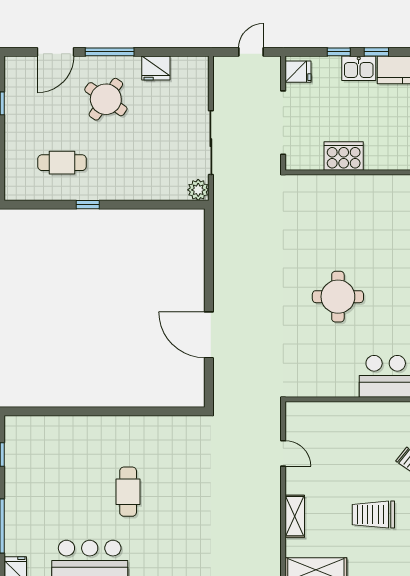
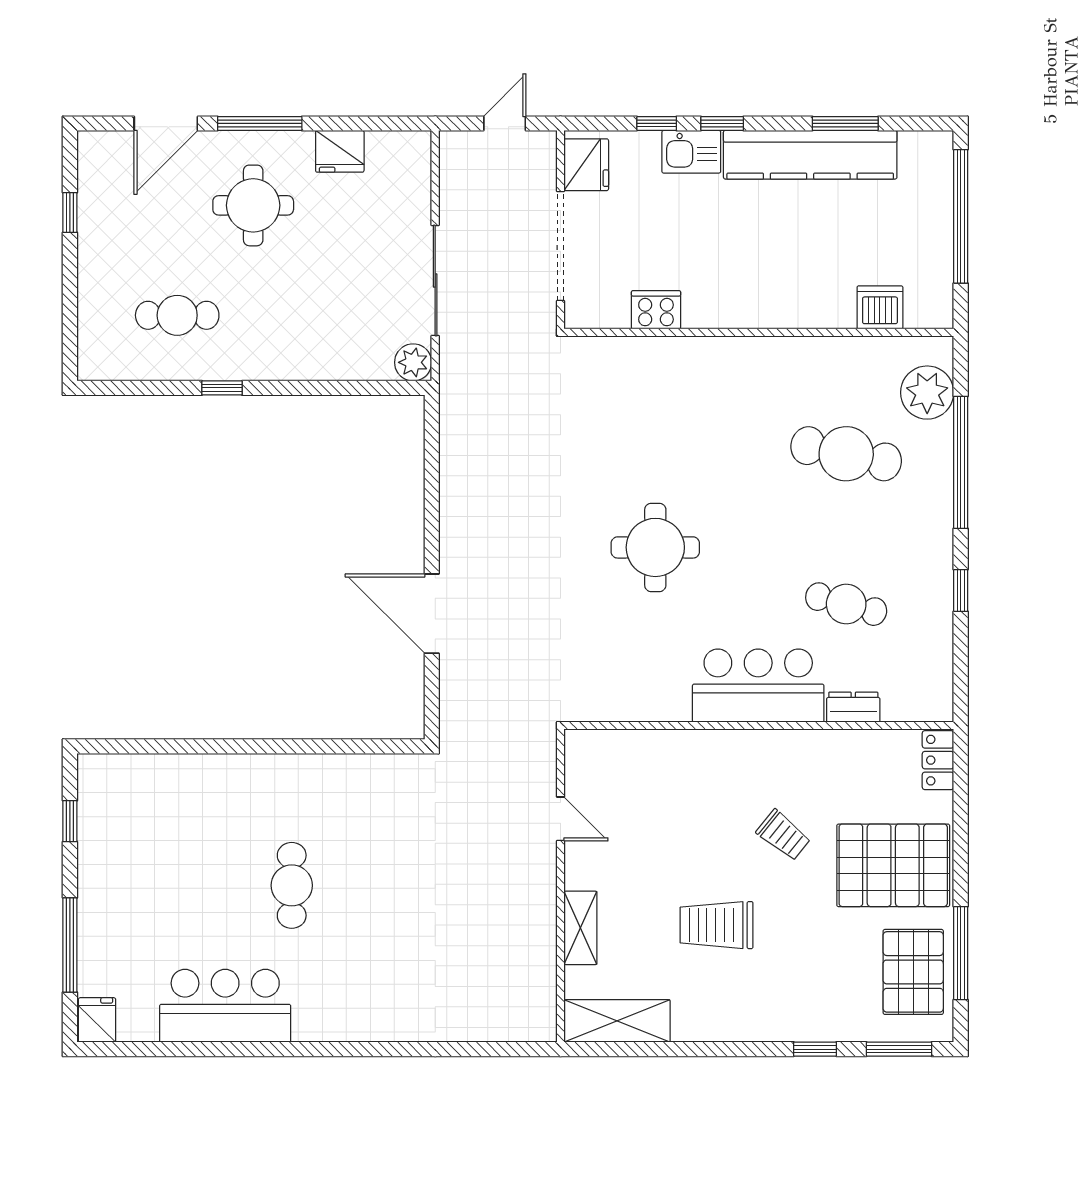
fridge: (298, 72) -> (586, 165), width x1.38
round table: (106, 99) -> (253, 205), turned -35
cooker: (344, 156) -> (656, 310), width x0.73, depth x0.76

